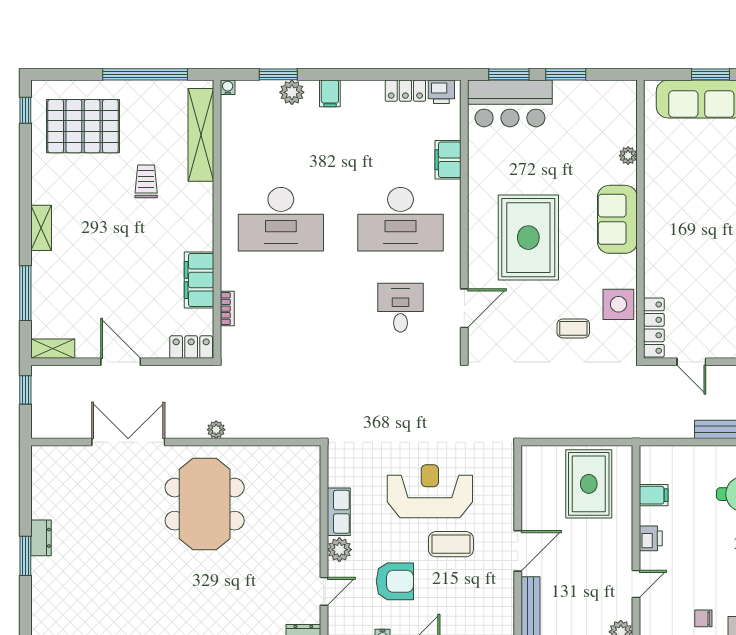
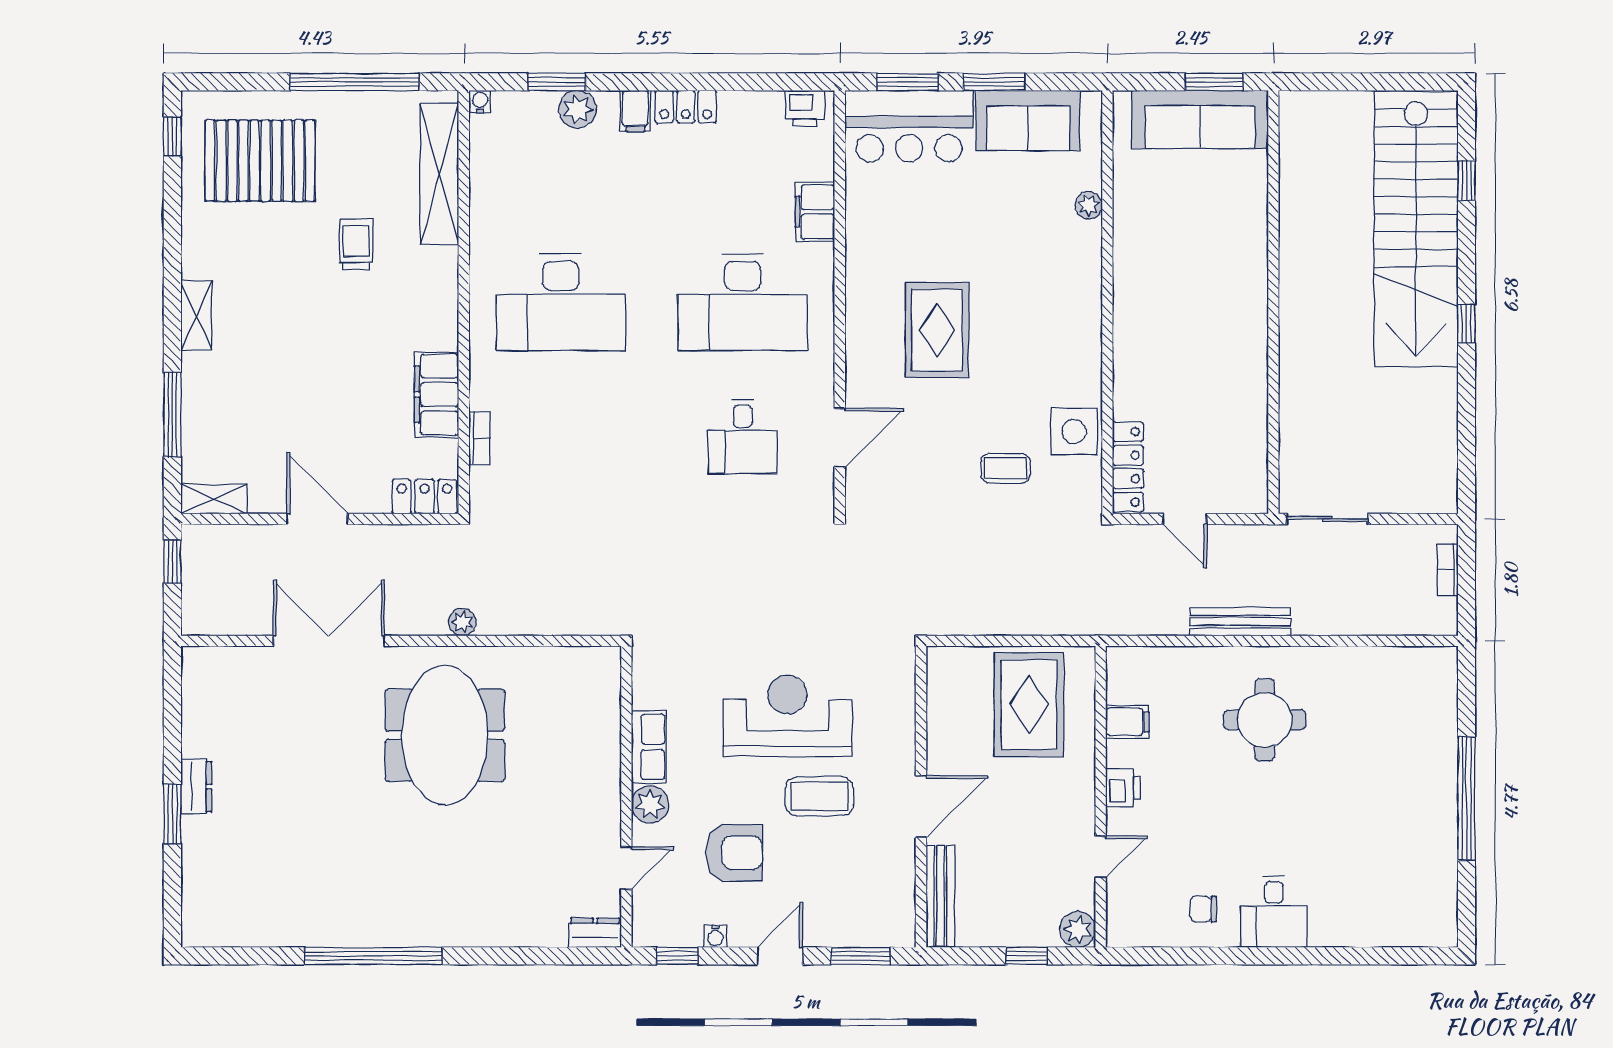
locker: (405, 91) -> (686, 107), moved
sofa: (617, 219) -> (1028, 120), moved, turned -90
rug: (528, 238) -> (937, 330), width x0.73, depth x0.69
desk: (400, 308) -> (743, 437), turned 180

